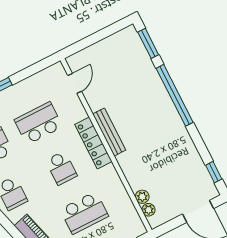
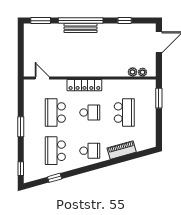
bench: (109, 132) -> (81, 28), moved
window: (214, 172) -> (125, 21), moved

